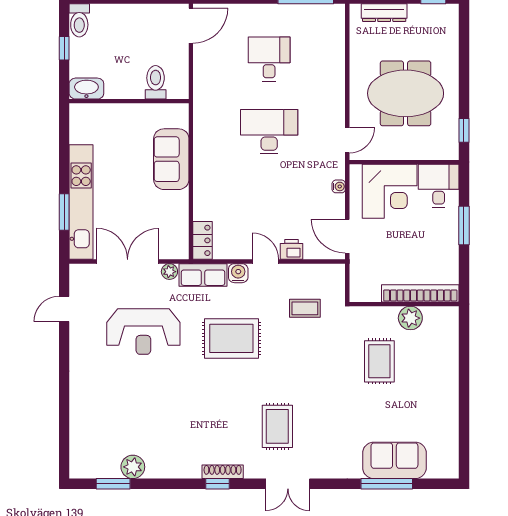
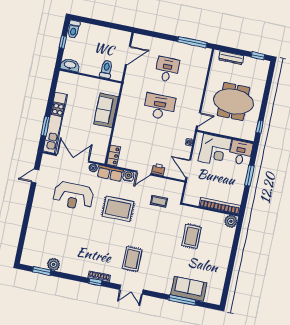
door: (191, 26) -> (128, 55), moved
door: (265, 261) -> (144, 173), swing flipped
plant: (410, 318) -> (231, 221), moved

